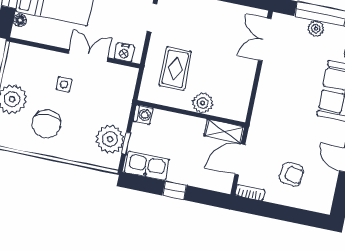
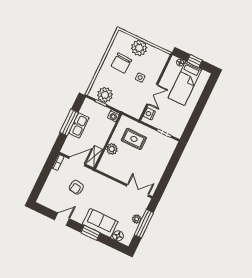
chair: (47, 124) -> (121, 63), turned -87
door: (240, 159) -> (77, 161), hinge flipped
kitchen sink: (147, 166) -> (79, 125), moved
armchair: (292, 174) -> (76, 187), moved
window: (174, 190) -> (69, 122), width x2.17

